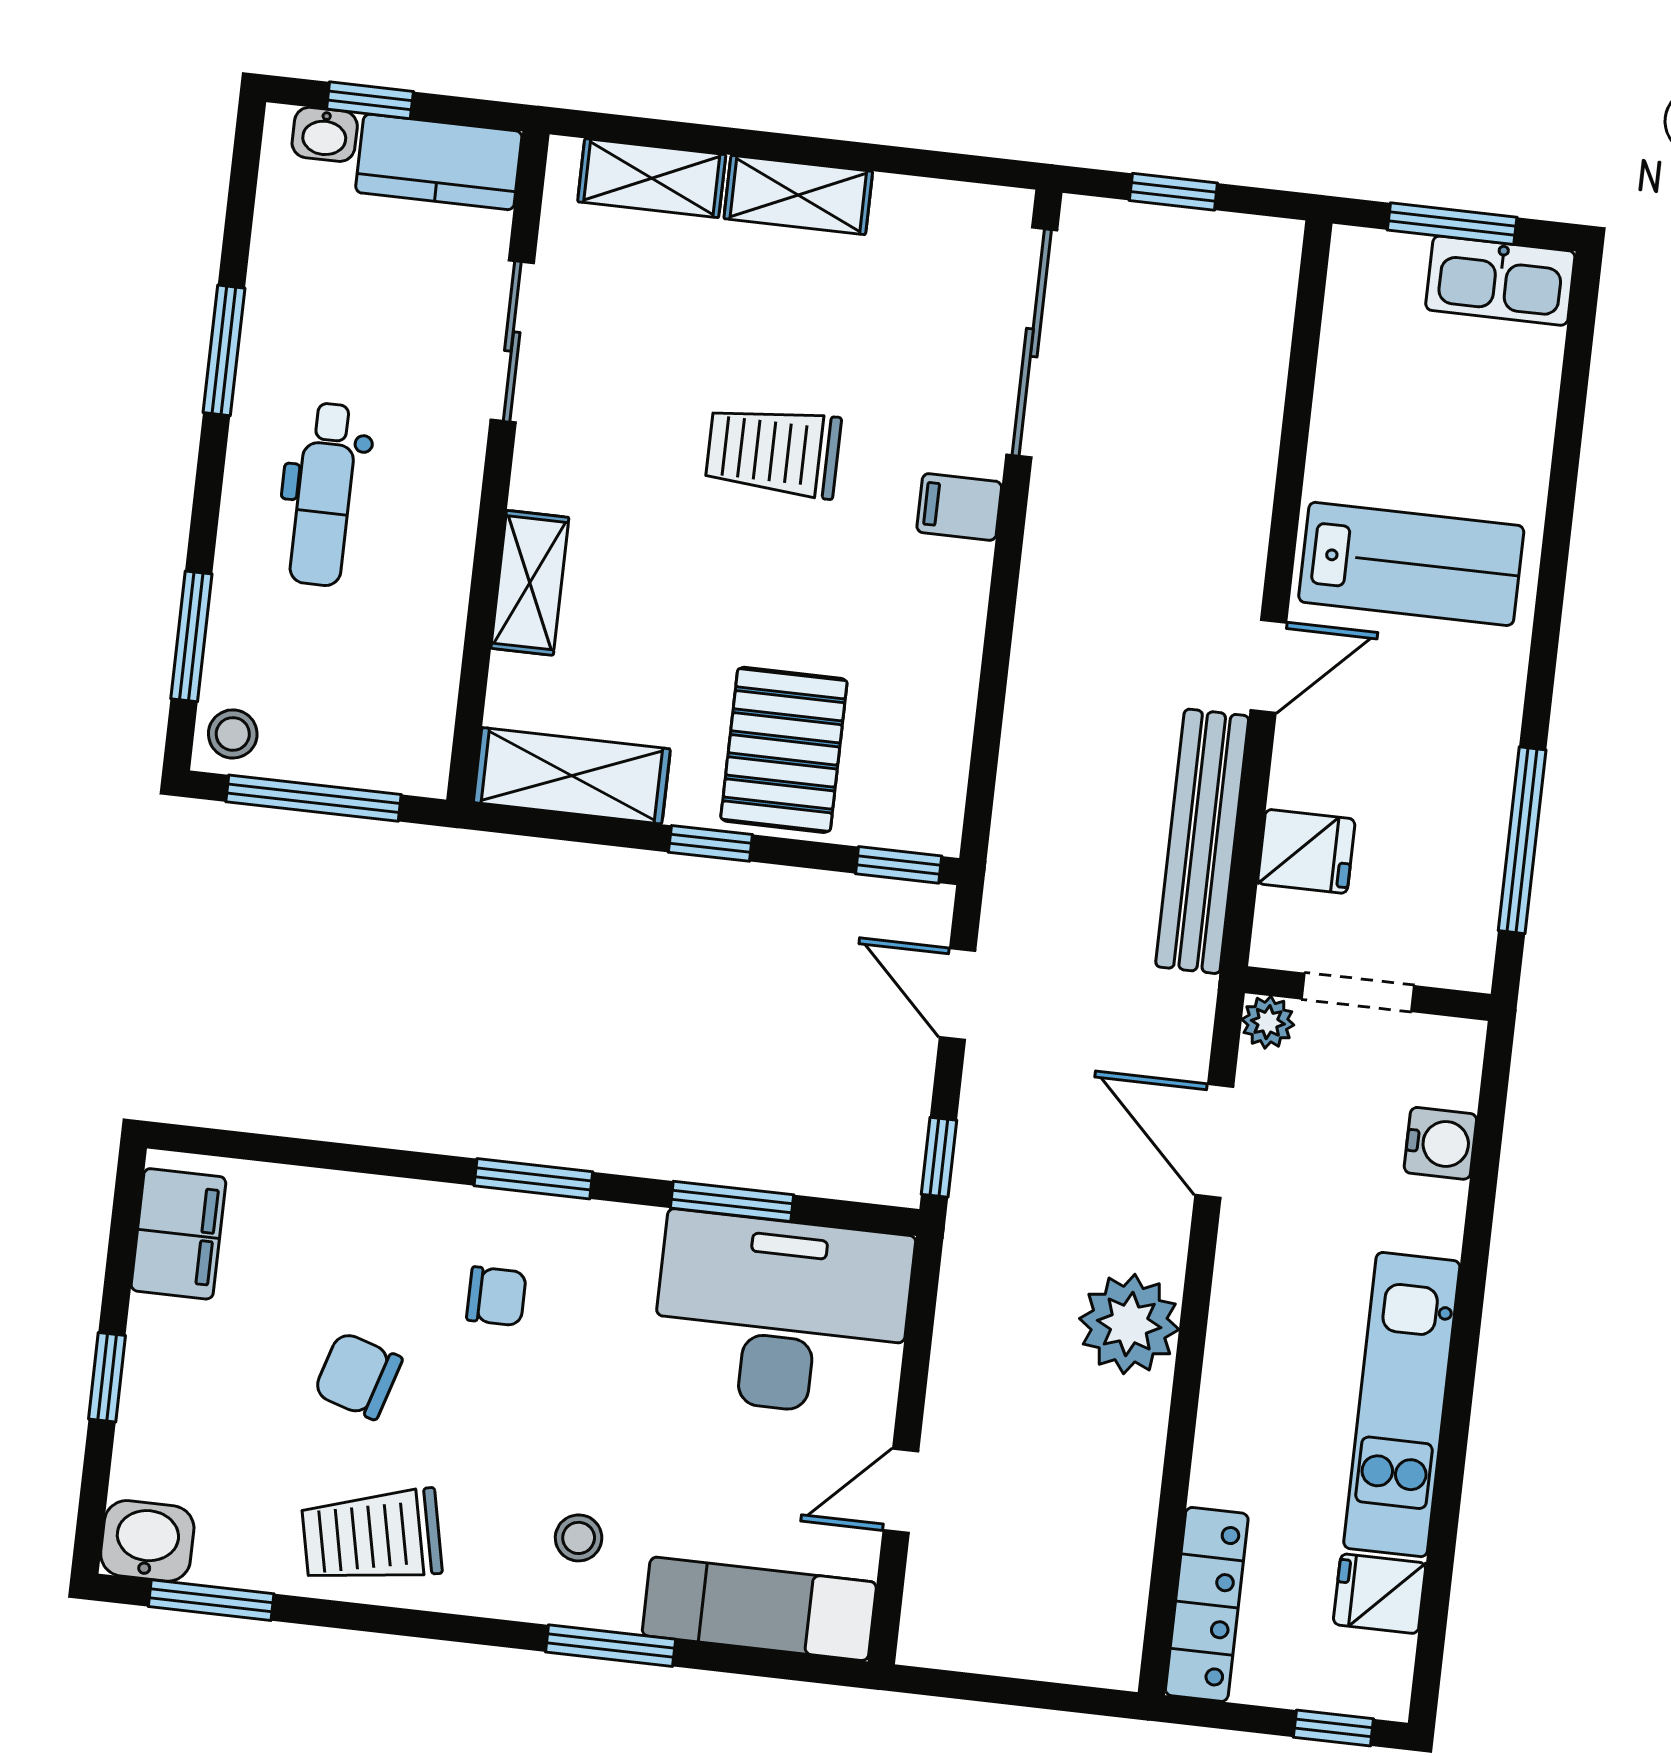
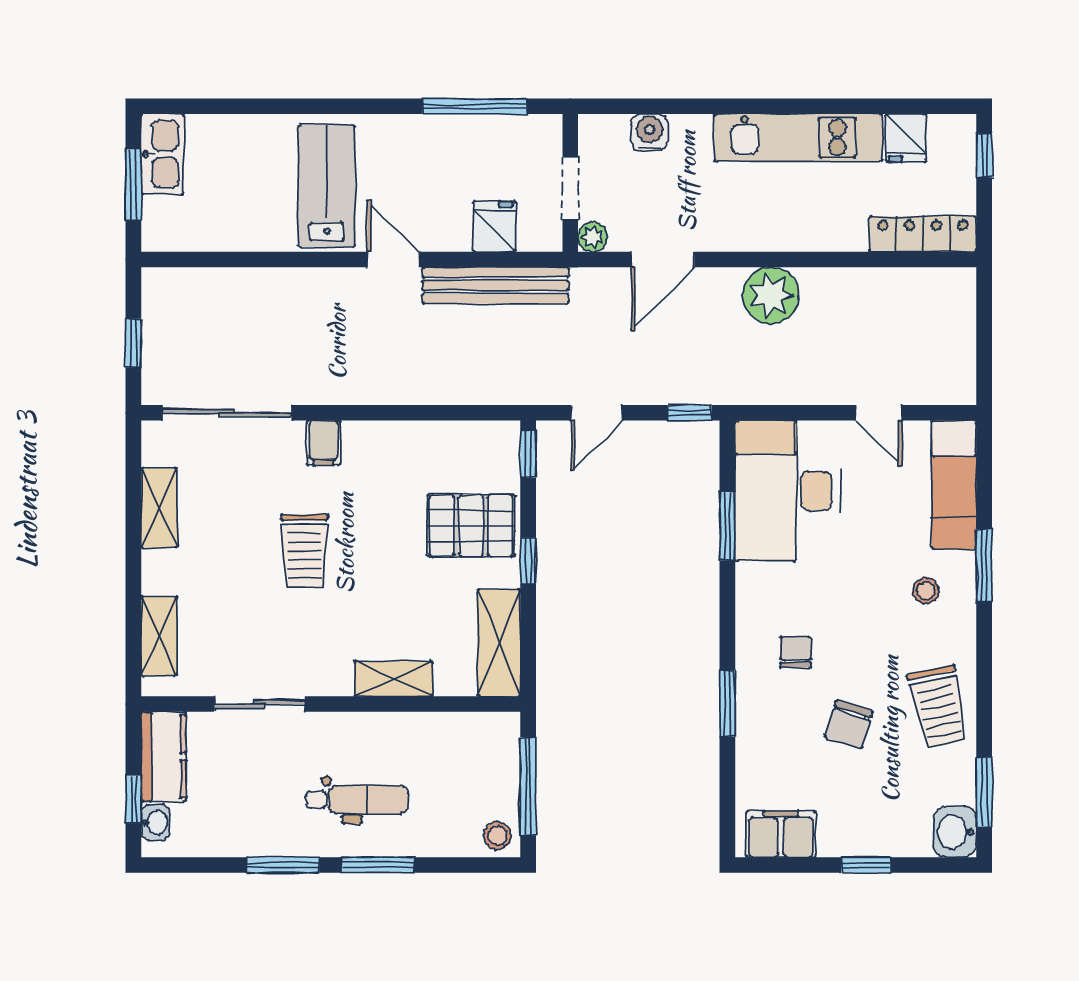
shelving: (798, 195) -> (159, 508), moved
window: (191, 636) -> (378, 865), moved
window: (533, 1179) -> (727, 704), moved

